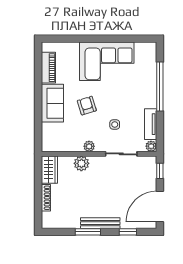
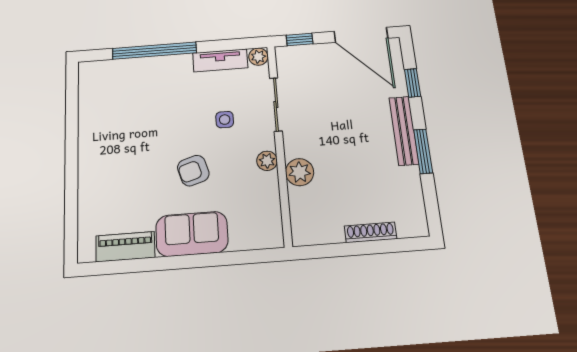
corner sofa: (107, 61) -> (112, 142), removed
wardrobe: (49, 170) -> (317, 230), removed

